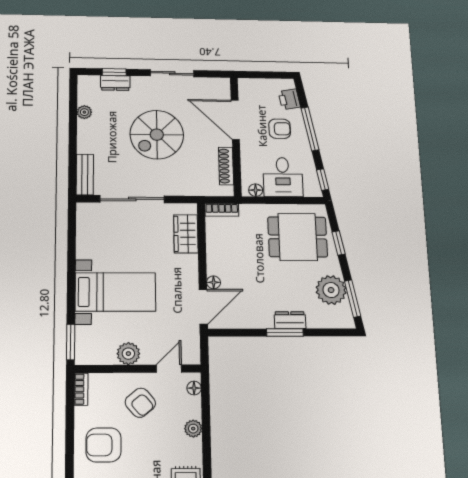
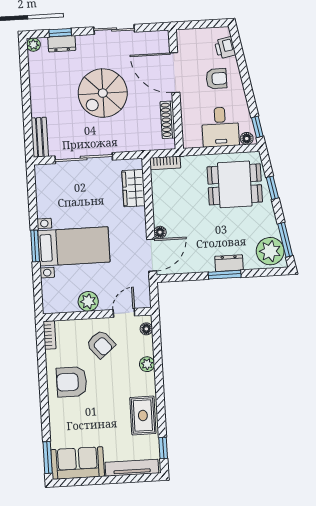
plant: (84, 112) -> (33, 45), moved
window: (310, 129) -> (245, 77), removed
floor lamp: (256, 190) -> (247, 139), moved
plant: (331, 290) -> (270, 251), moved
window: (71, 342) -> (35, 246), moved

